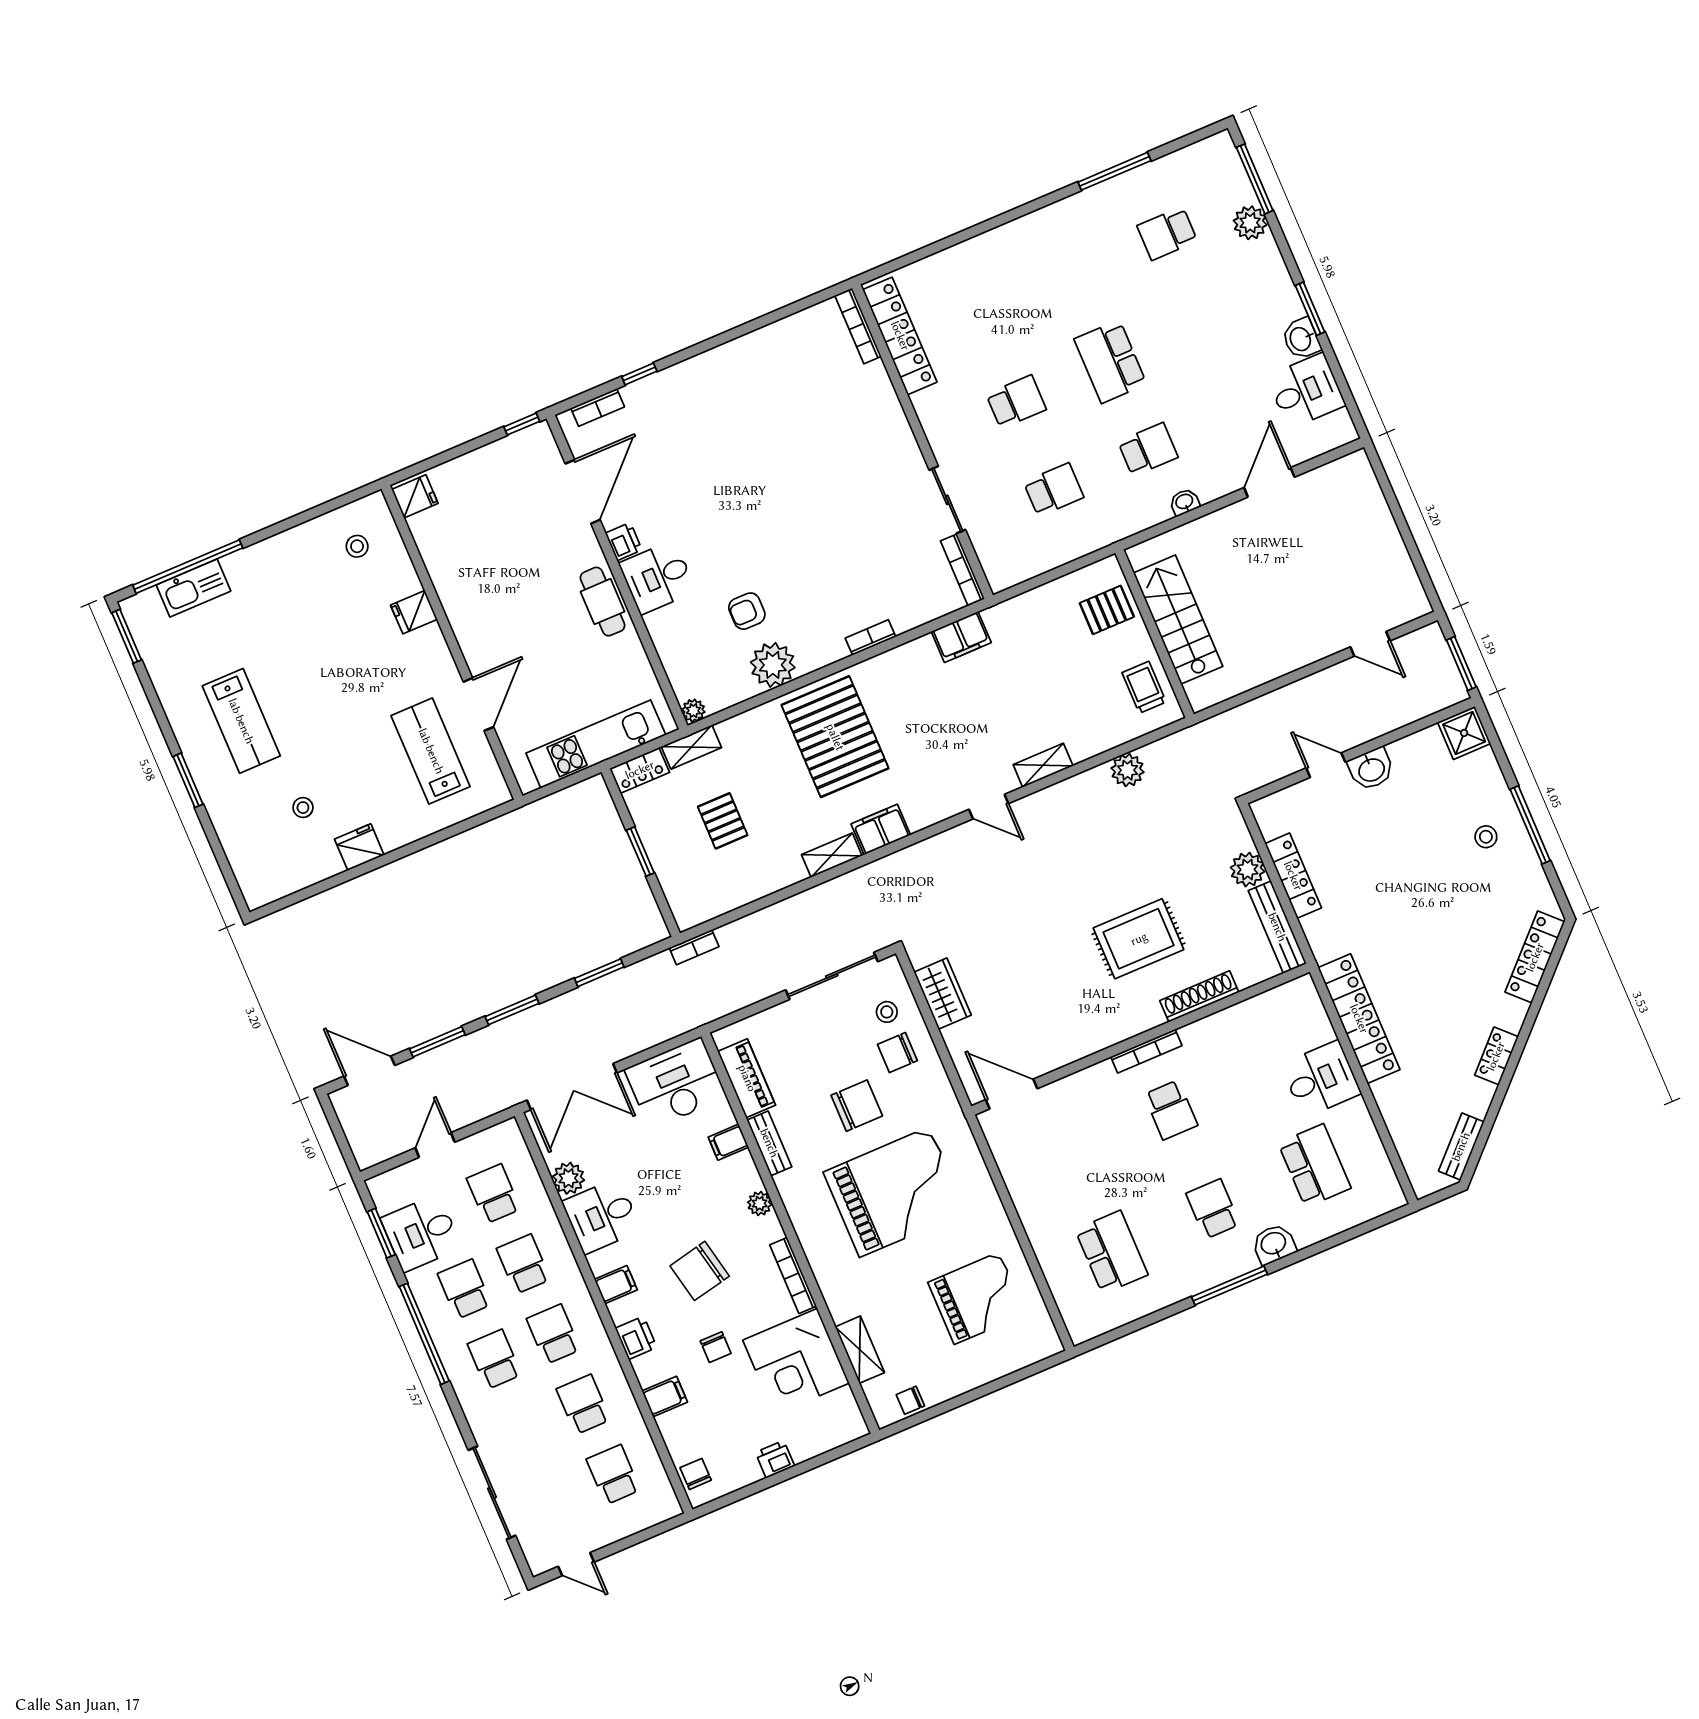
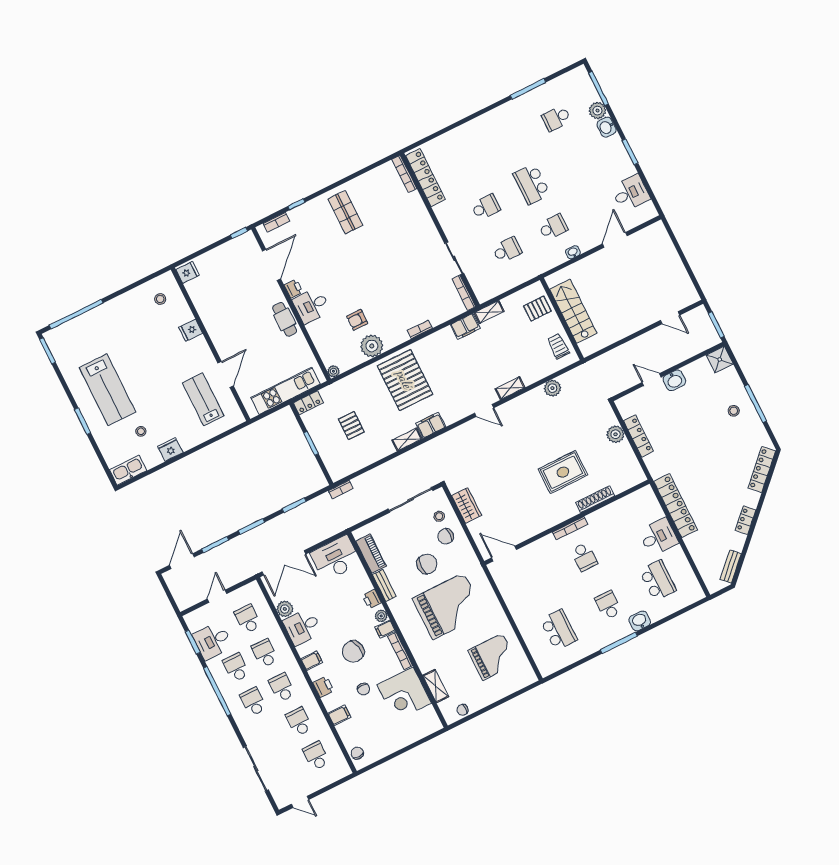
washbasin: (1301, 339) -> (607, 127), moved
shop shelf: (736, 395) -> (345, 212), added
kitchen sink: (193, 588) -> (128, 470), moved, turned 180
lab bench: (241, 721) -> (107, 390), width x1.36, depth x1.39
shelving: (691, 747) -> (489, 312), moved
bench: (1277, 927) -> (632, 462), removed
door: (369, 1071) -> (182, 561), hinge flipped
filing cabinet: (728, 1142) -> (385, 629), moved
printer: (775, 1459) -> (372, 599), moved, turned -90

